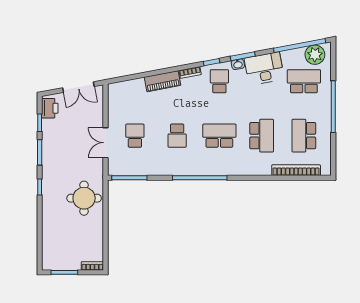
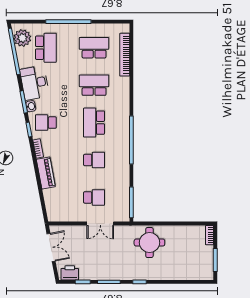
school desk: (304, 81) -> (46, 48), turned 180
school desk: (135, 136) -> (94, 197), turned 180
school desk: (304, 136) -> (94, 48), turned 180

